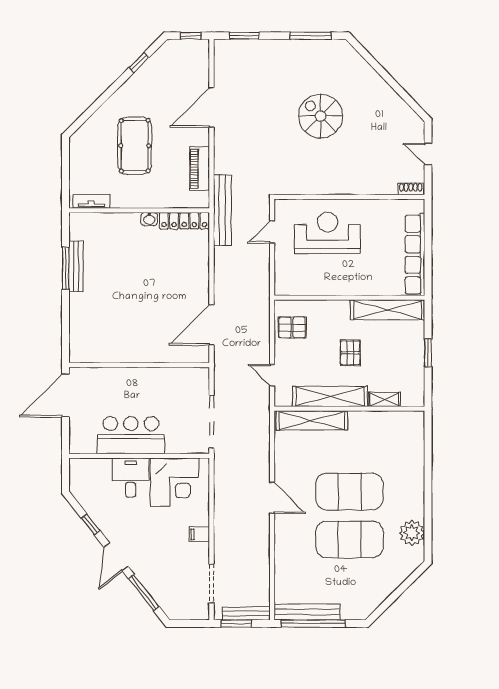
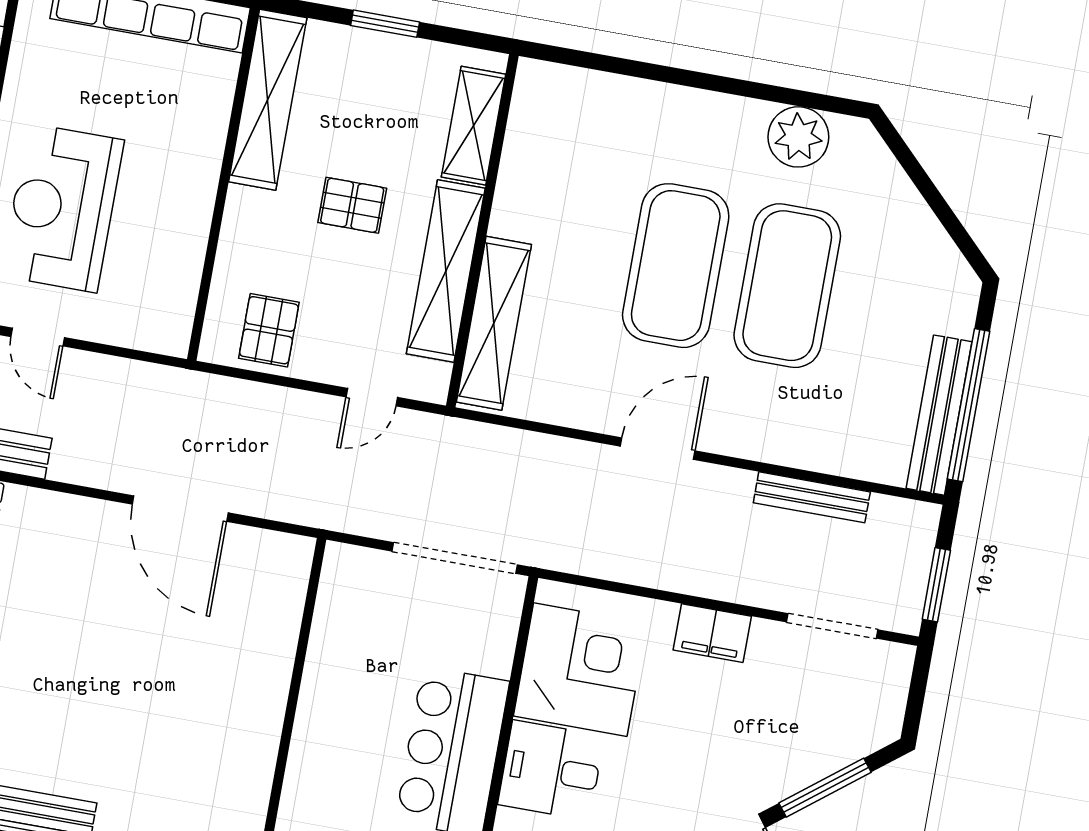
door: (211, 325) -> (180, 509), moved
shelving: (384, 400) -> (473, 126), width x1.50, depth x1.33
filing cabinet: (200, 534) -> (712, 633), width x2.00
bench: (246, 614) -> (812, 497), moved, turned 90

